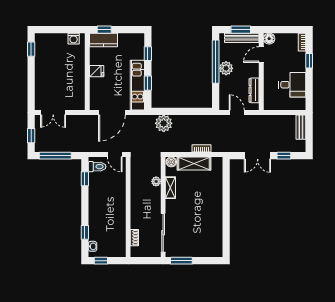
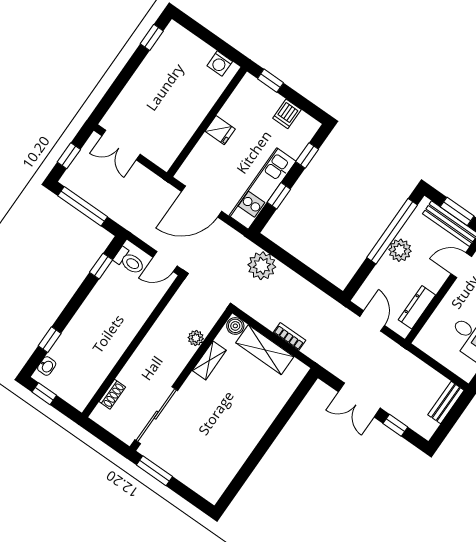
kitchen counter: (103, 40) -> (259, 94), removed
dishwasher: (124, 40) -> (287, 114), added
door: (115, 154) -> (165, 262), hinge flipped

